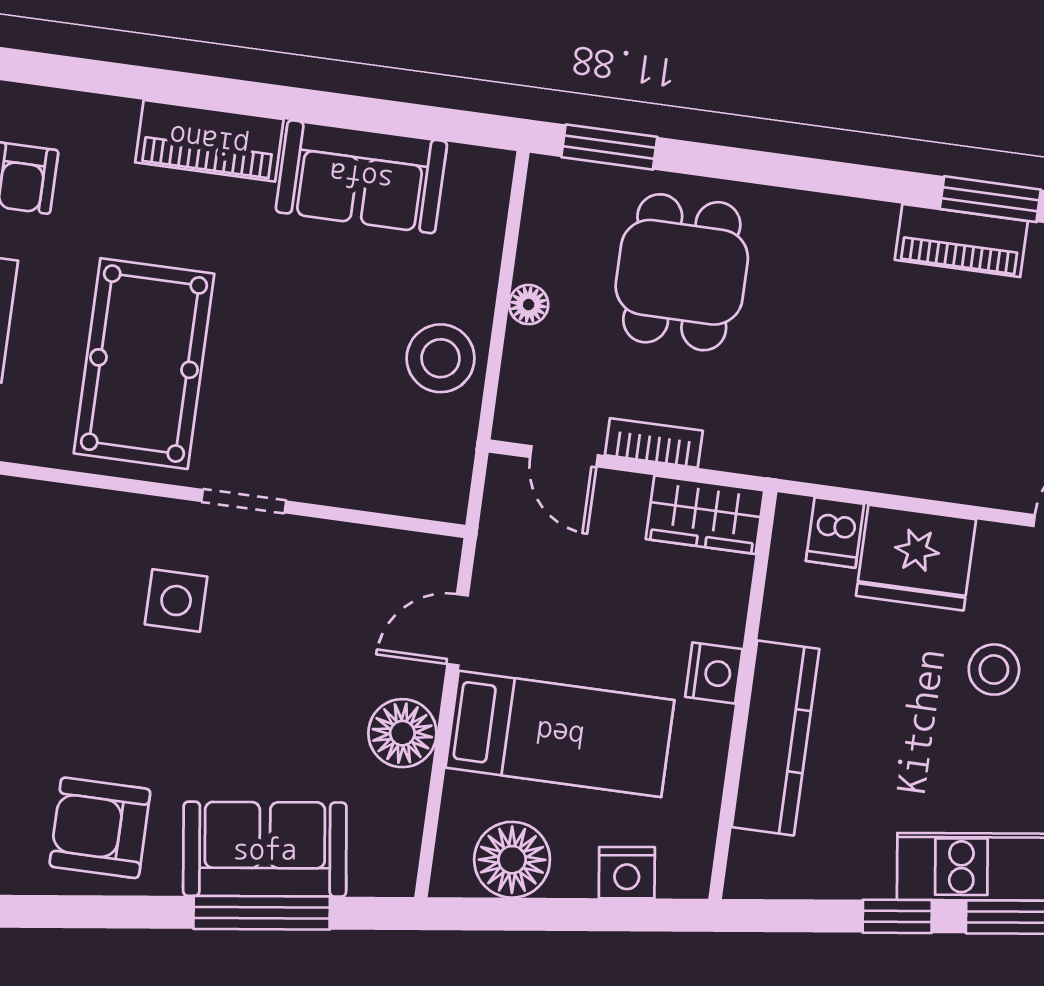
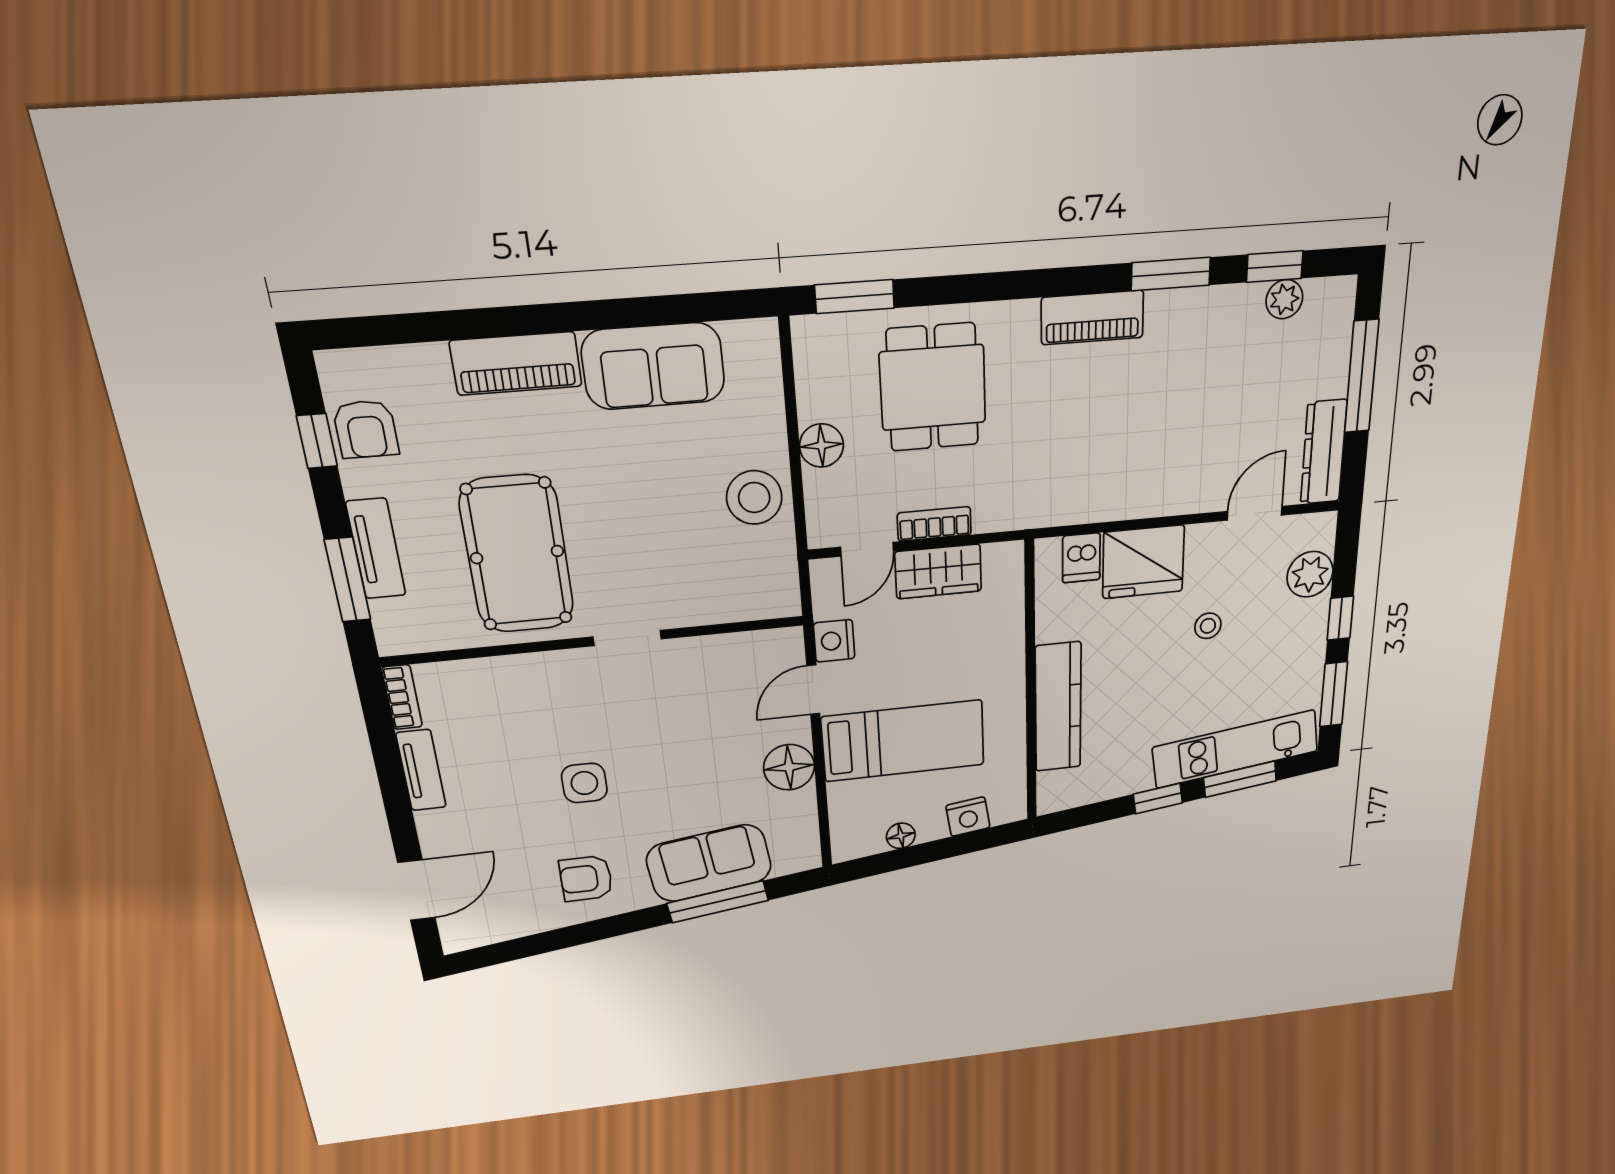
piano: (961, 240) -> (1092, 318), moved
floor lamp: (529, 305) -> (821, 445), width x1.37, depth x1.37
door: (564, 456) -> (867, 549), hinge flipped
wardrobe: (705, 515) -> (938, 571), moved
side table: (176, 601) -> (584, 783), moved
stool: (994, 670) -> (1208, 626), width x0.73, depth x0.73
nightstand: (714, 673) -> (834, 641), moved, turned 180
armchair: (100, 828) -> (586, 878), width x0.72, depth x0.72
floor lamp: (512, 860) -> (901, 836), width x0.53, depth x0.53

